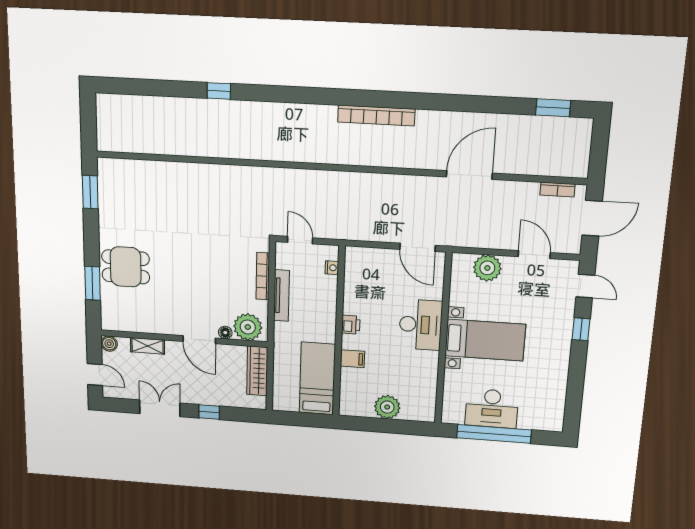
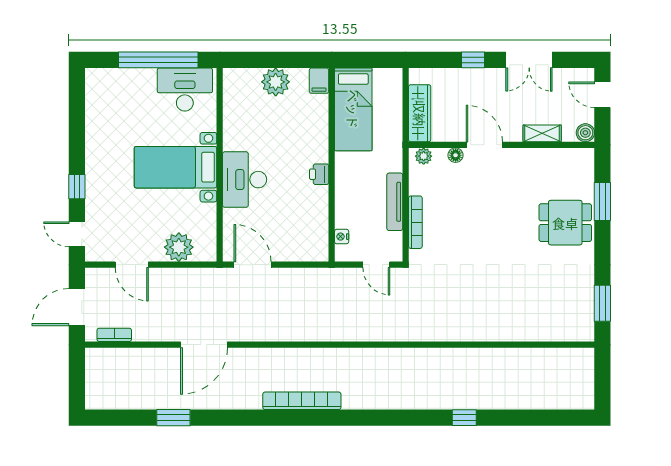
window: (553, 108) -> (173, 418), moved
plant: (248, 327) -> (424, 156), width x0.53, depth x0.53
filing cabinet: (352, 359) -> (319, 81), moved, turned -90
desk: (492, 408) -> (185, 90), moved

